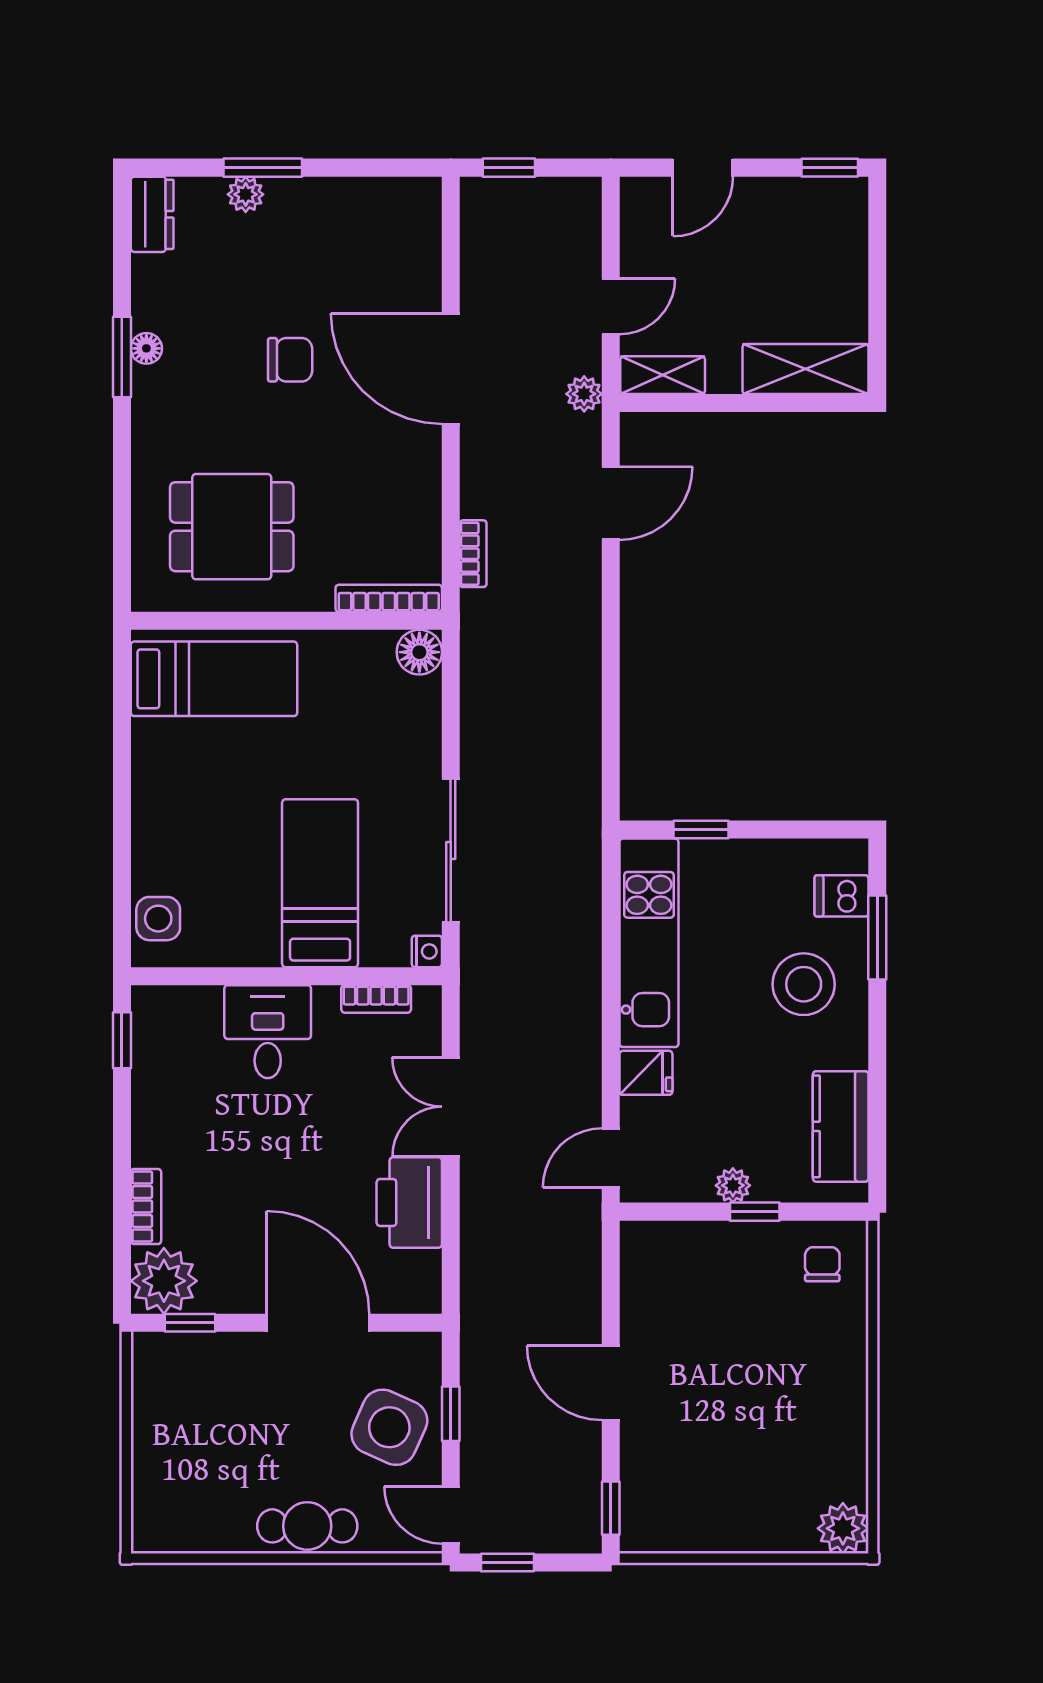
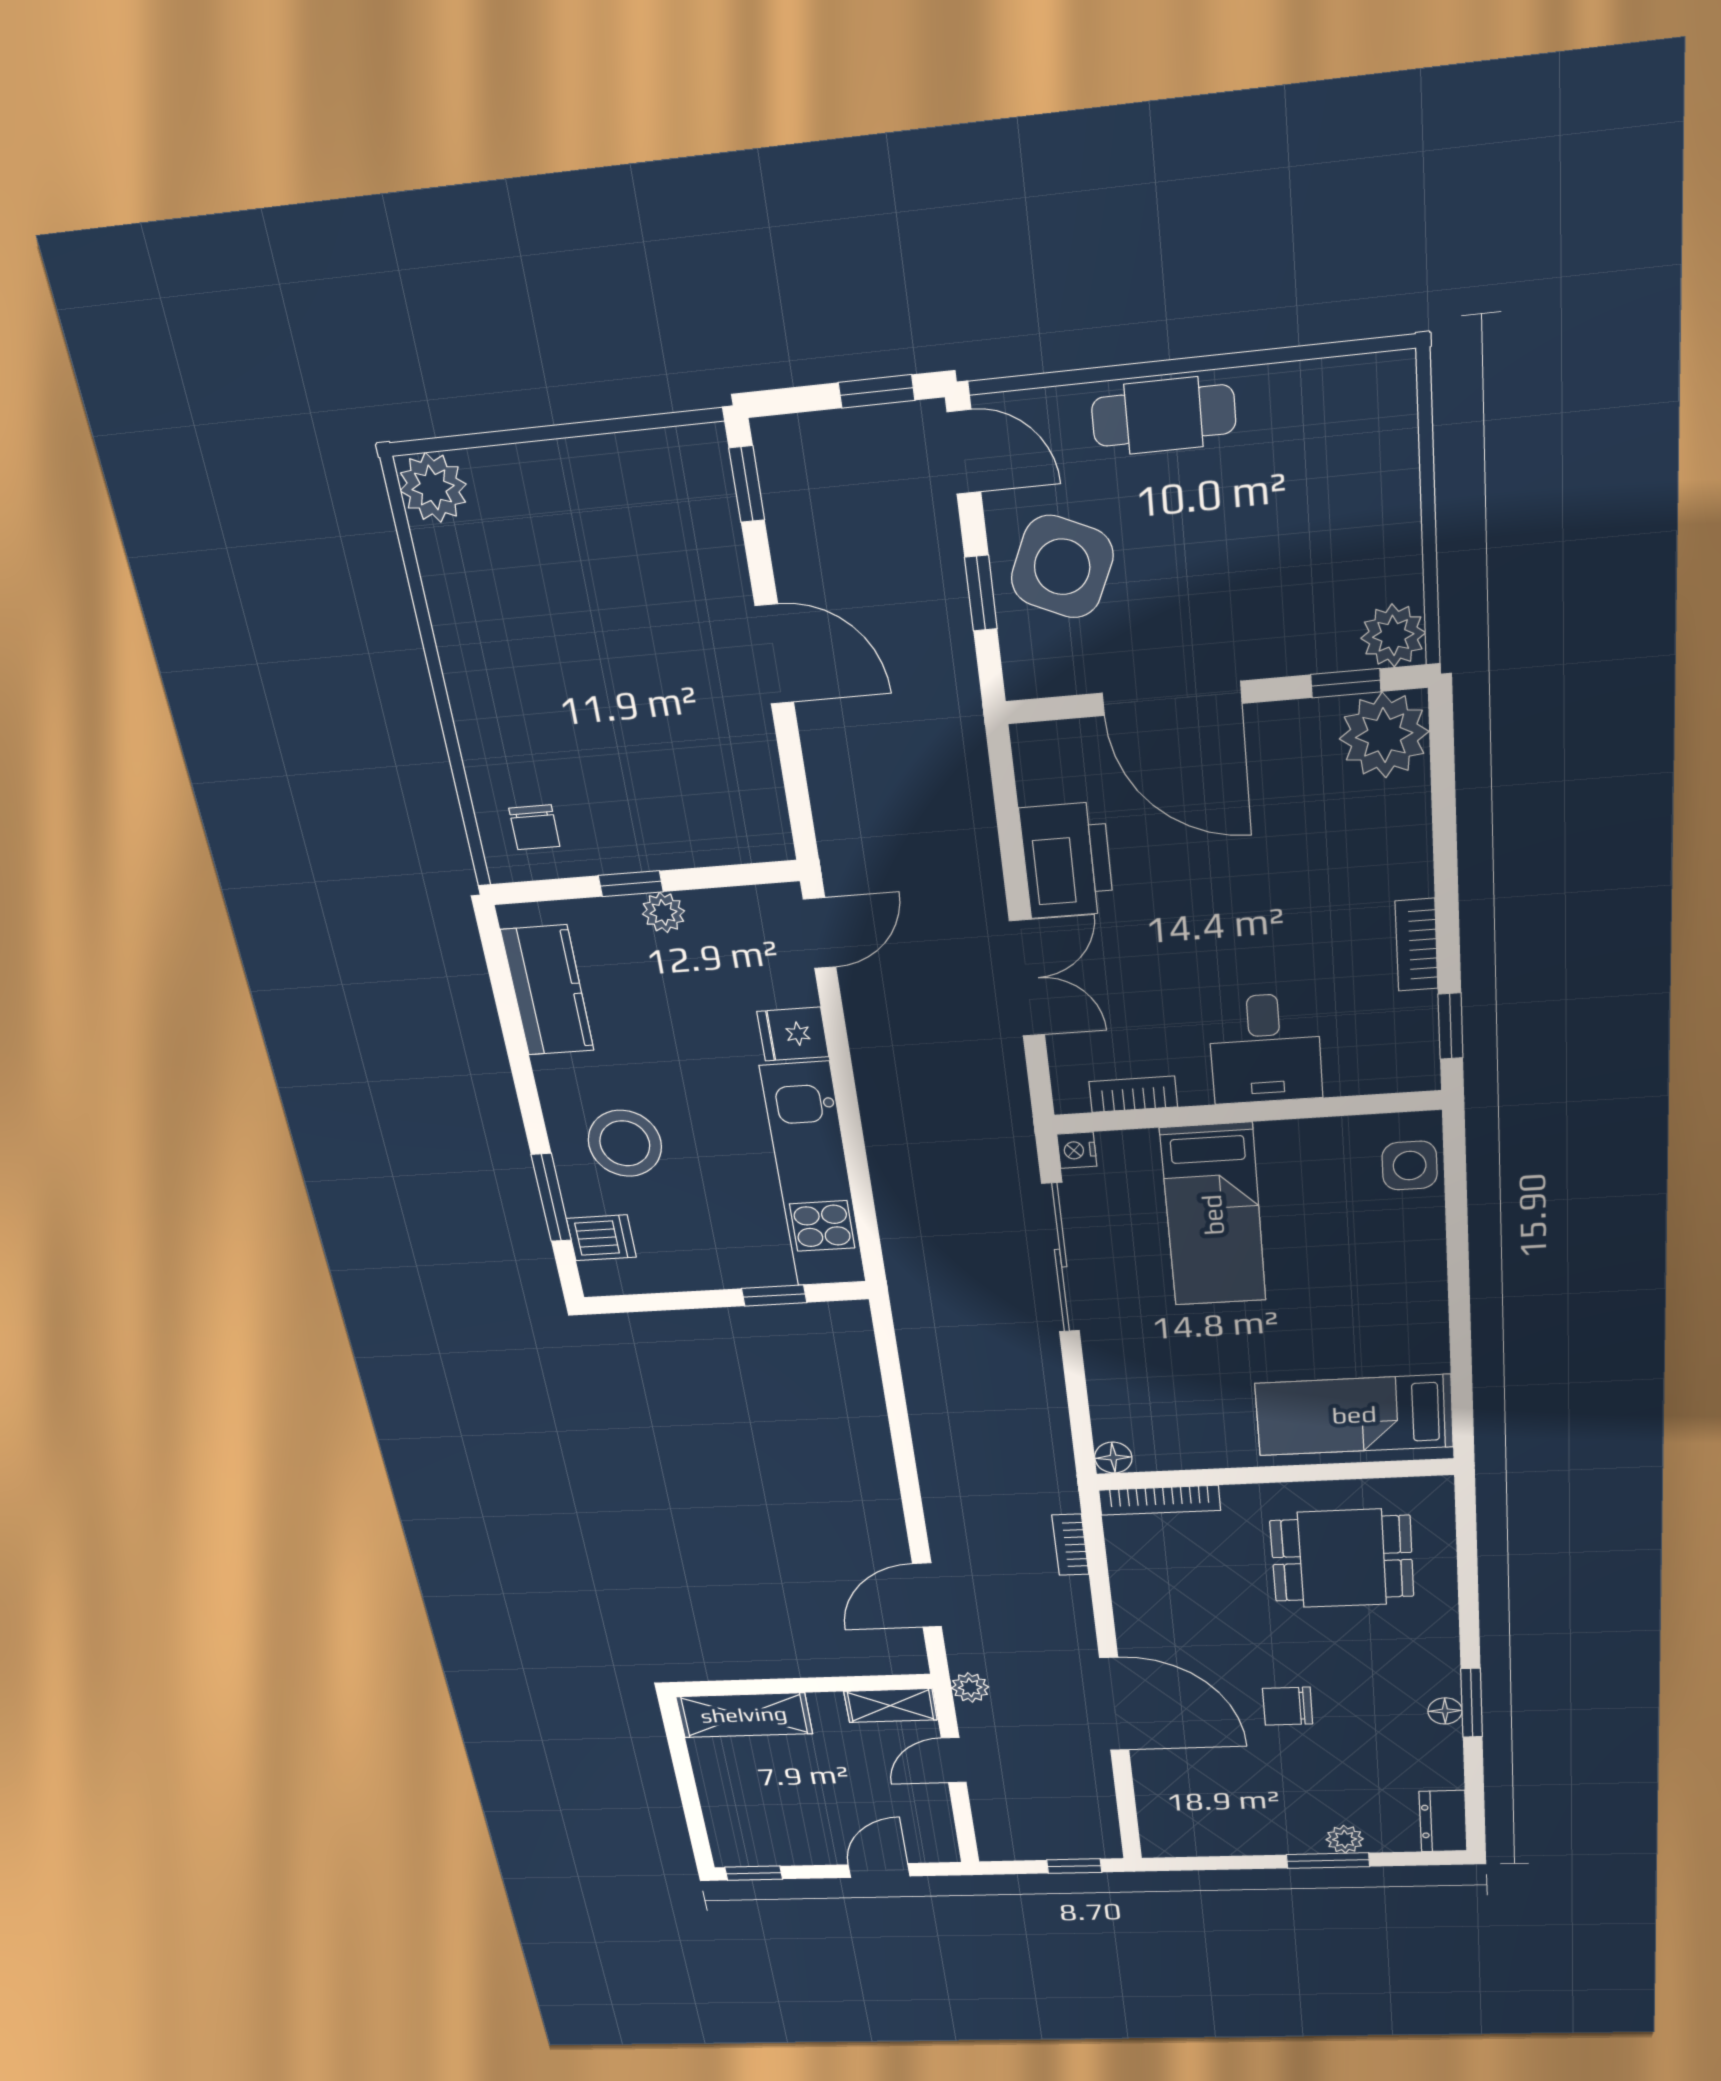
floor lamp: (419, 652) -> (1113, 1458), width x0.73, depth x0.73
bookcase: (146, 1206) -> (1417, 945), moved
plant: (154, 1355) -> (1393, 635), added

